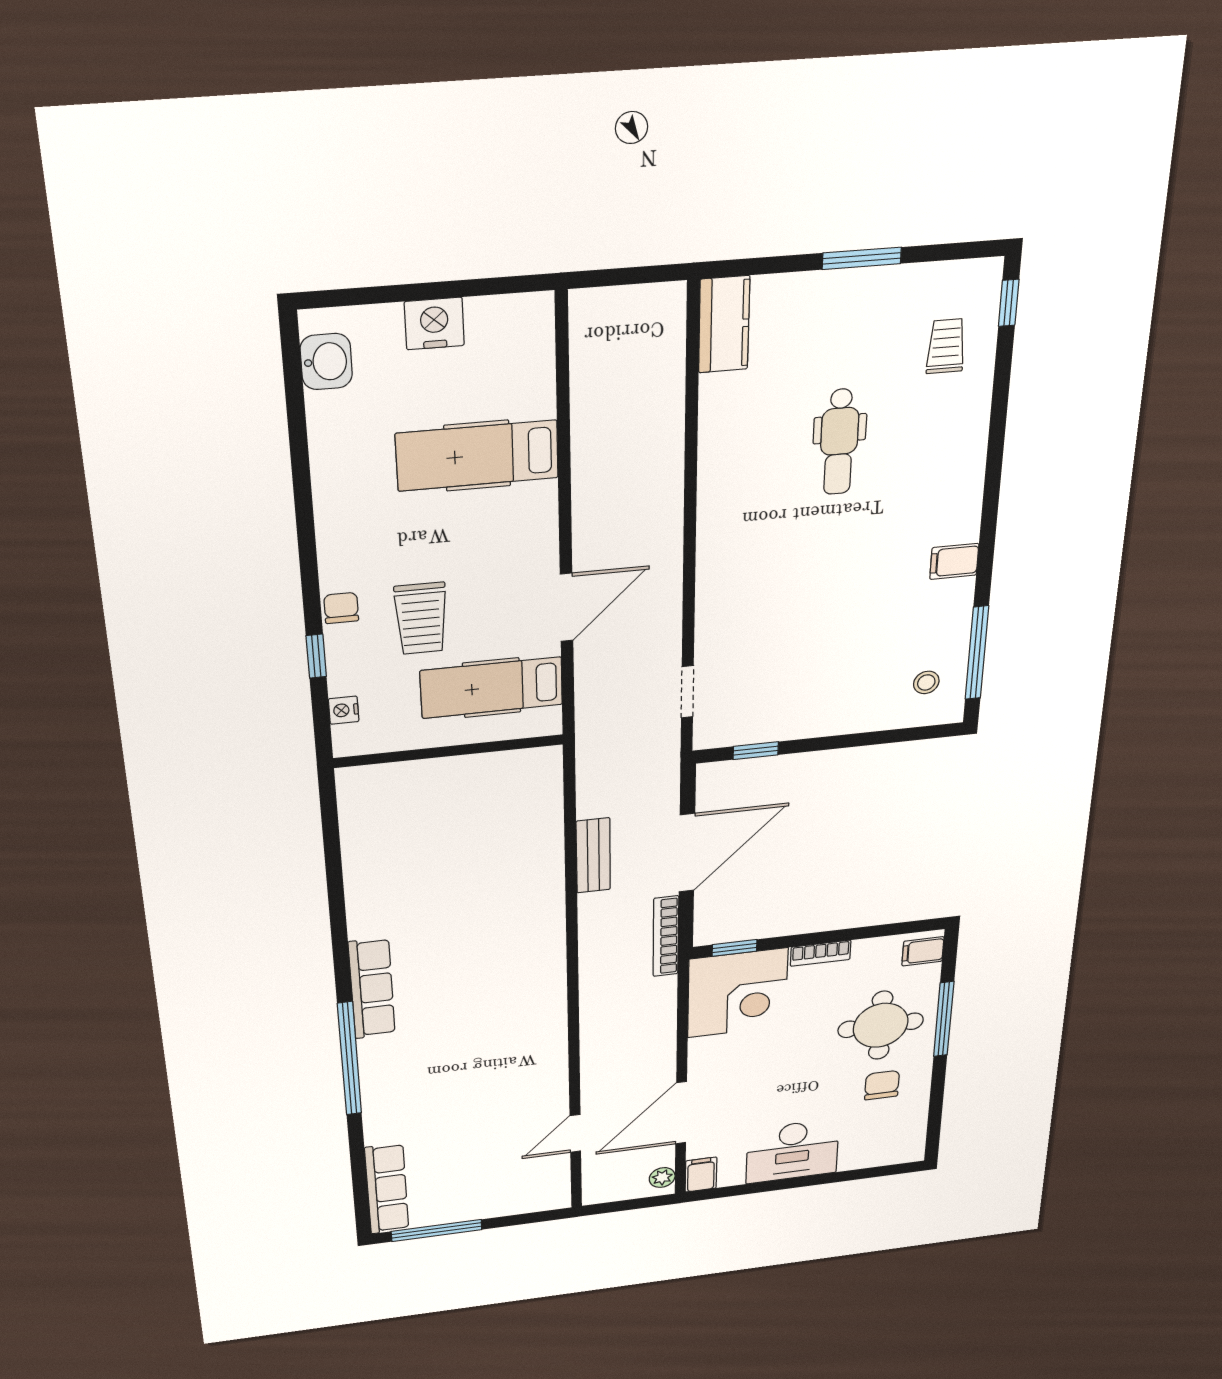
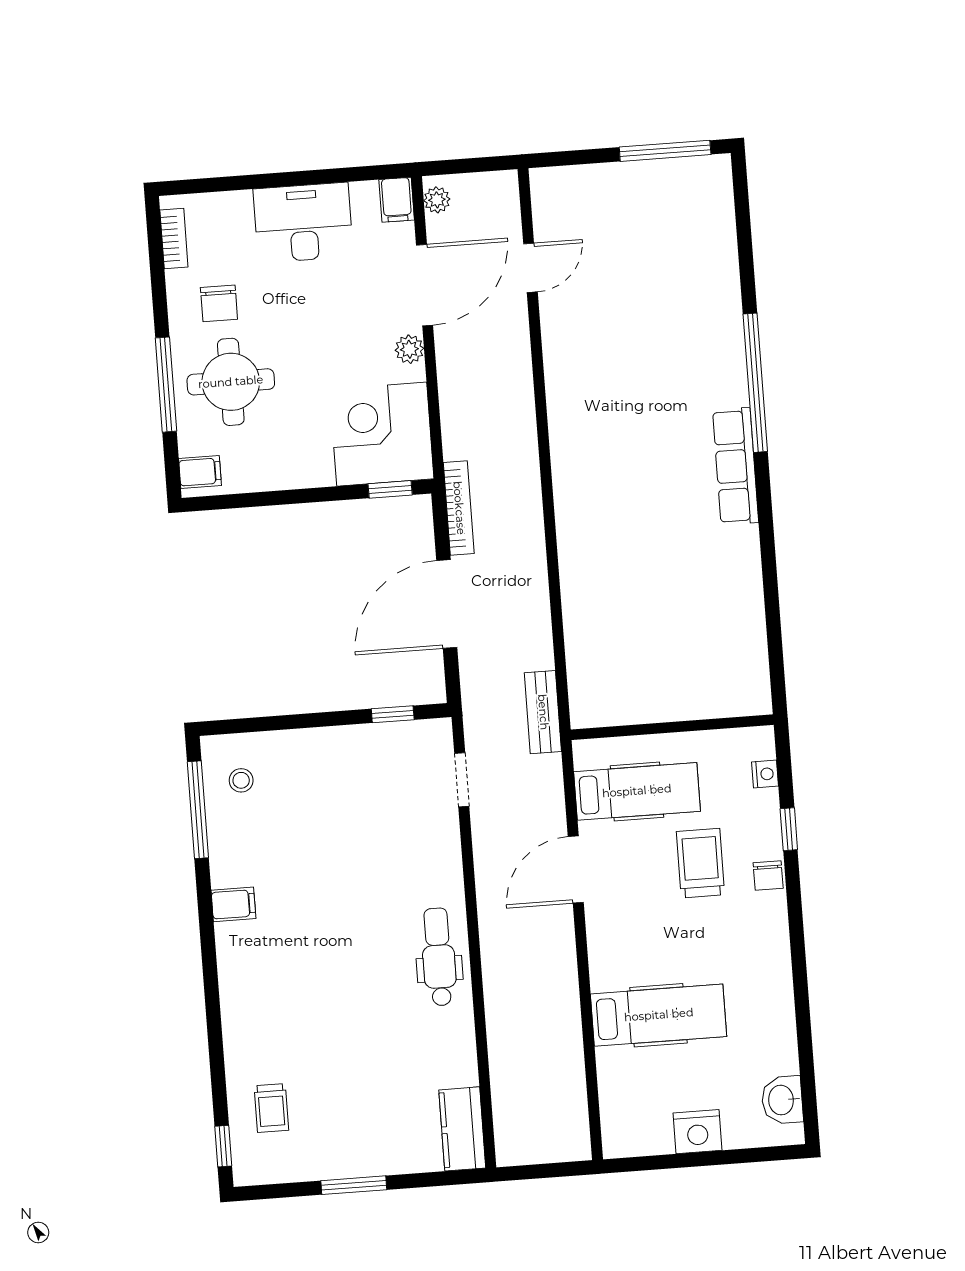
dental chair: (839, 442) -> (439, 957), moved
bench: (593, 855) -> (543, 712), moved
bookcase: (821, 953) -> (174, 238), moved, turned 90
plant: (702, 1062) -> (409, 349), added
row of seats: (387, 1189) -> (716, 213), removed

